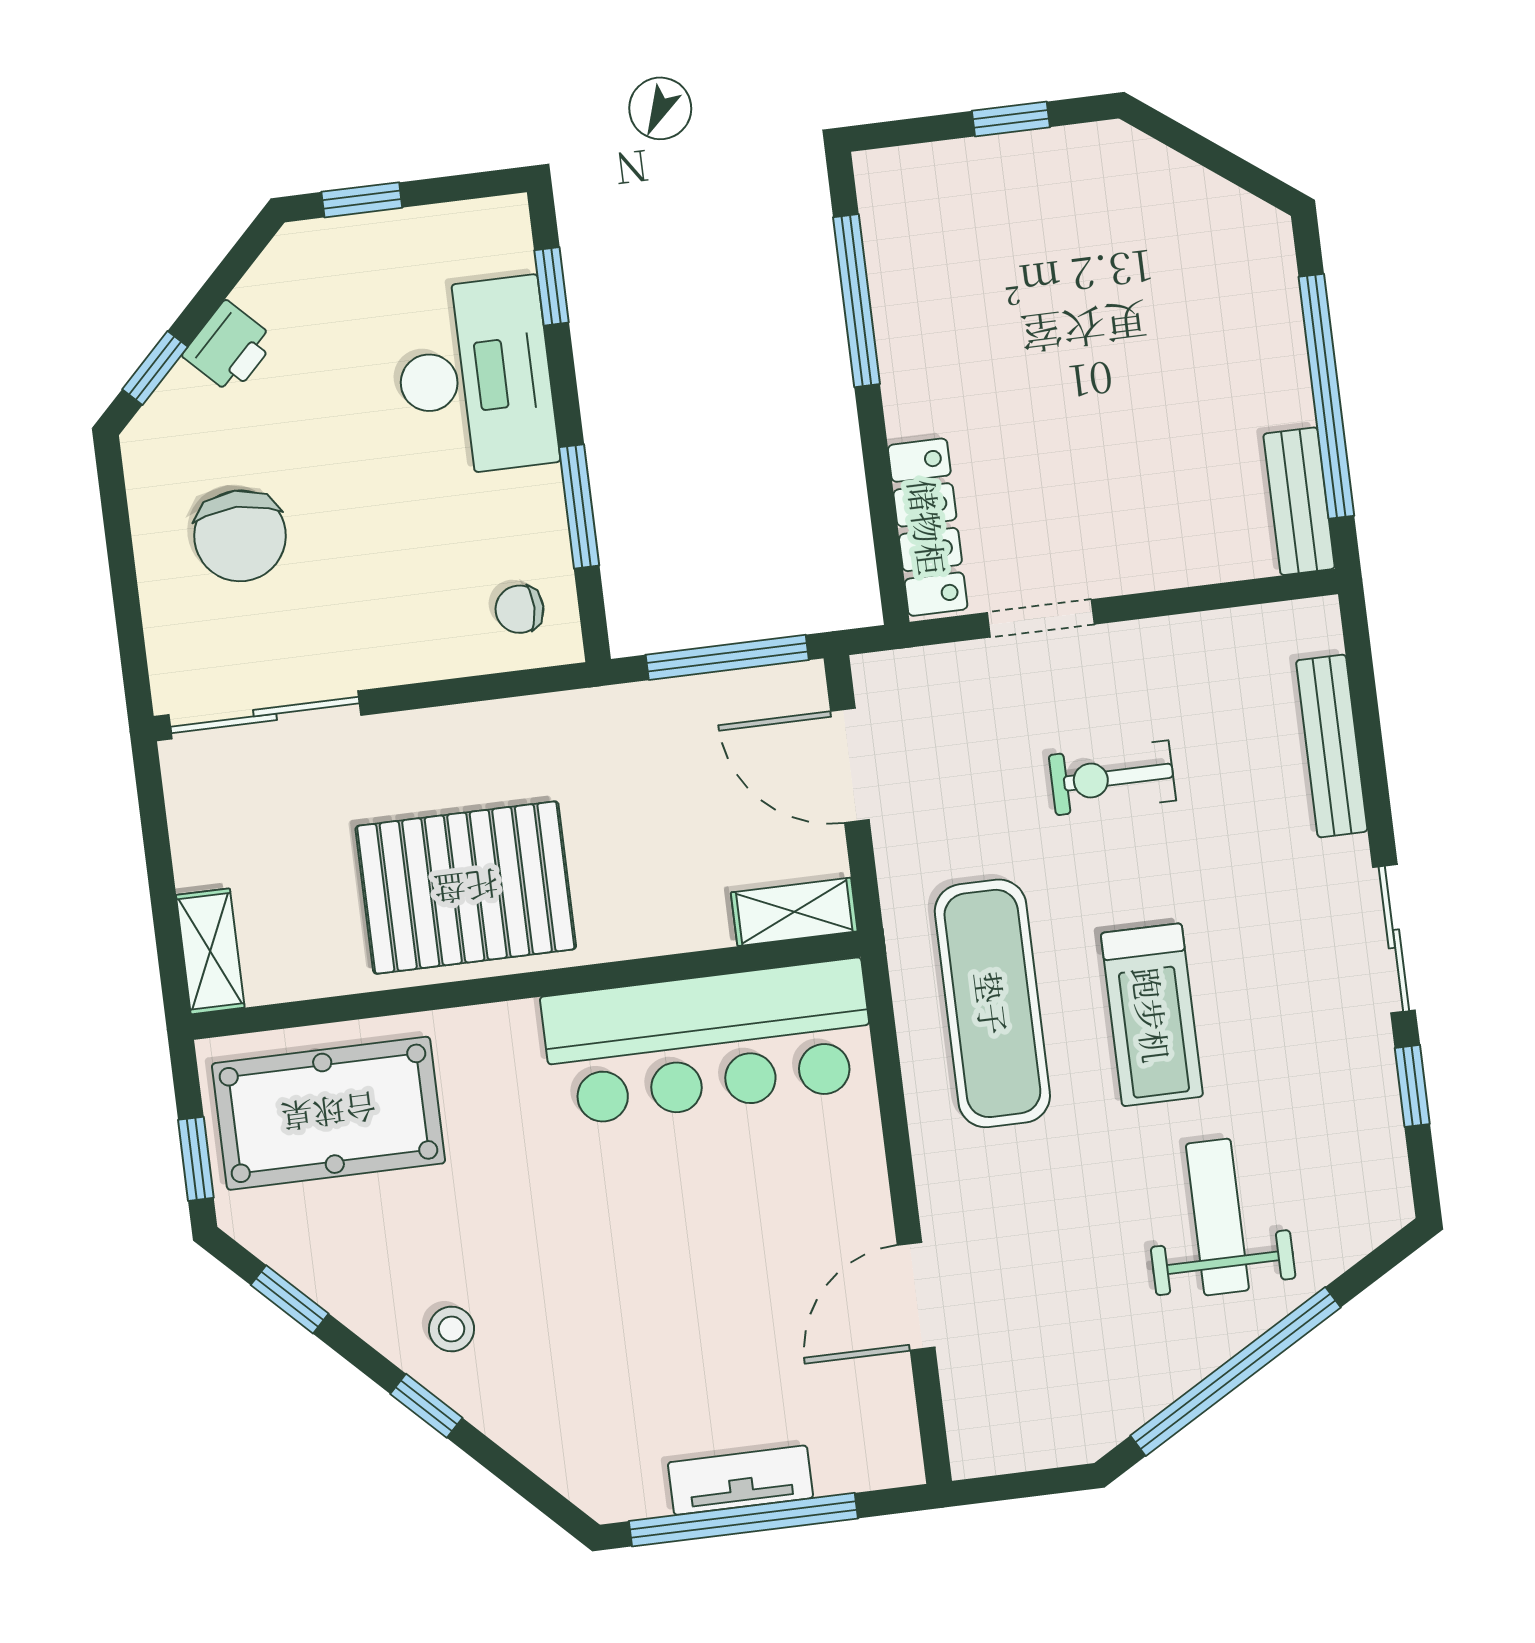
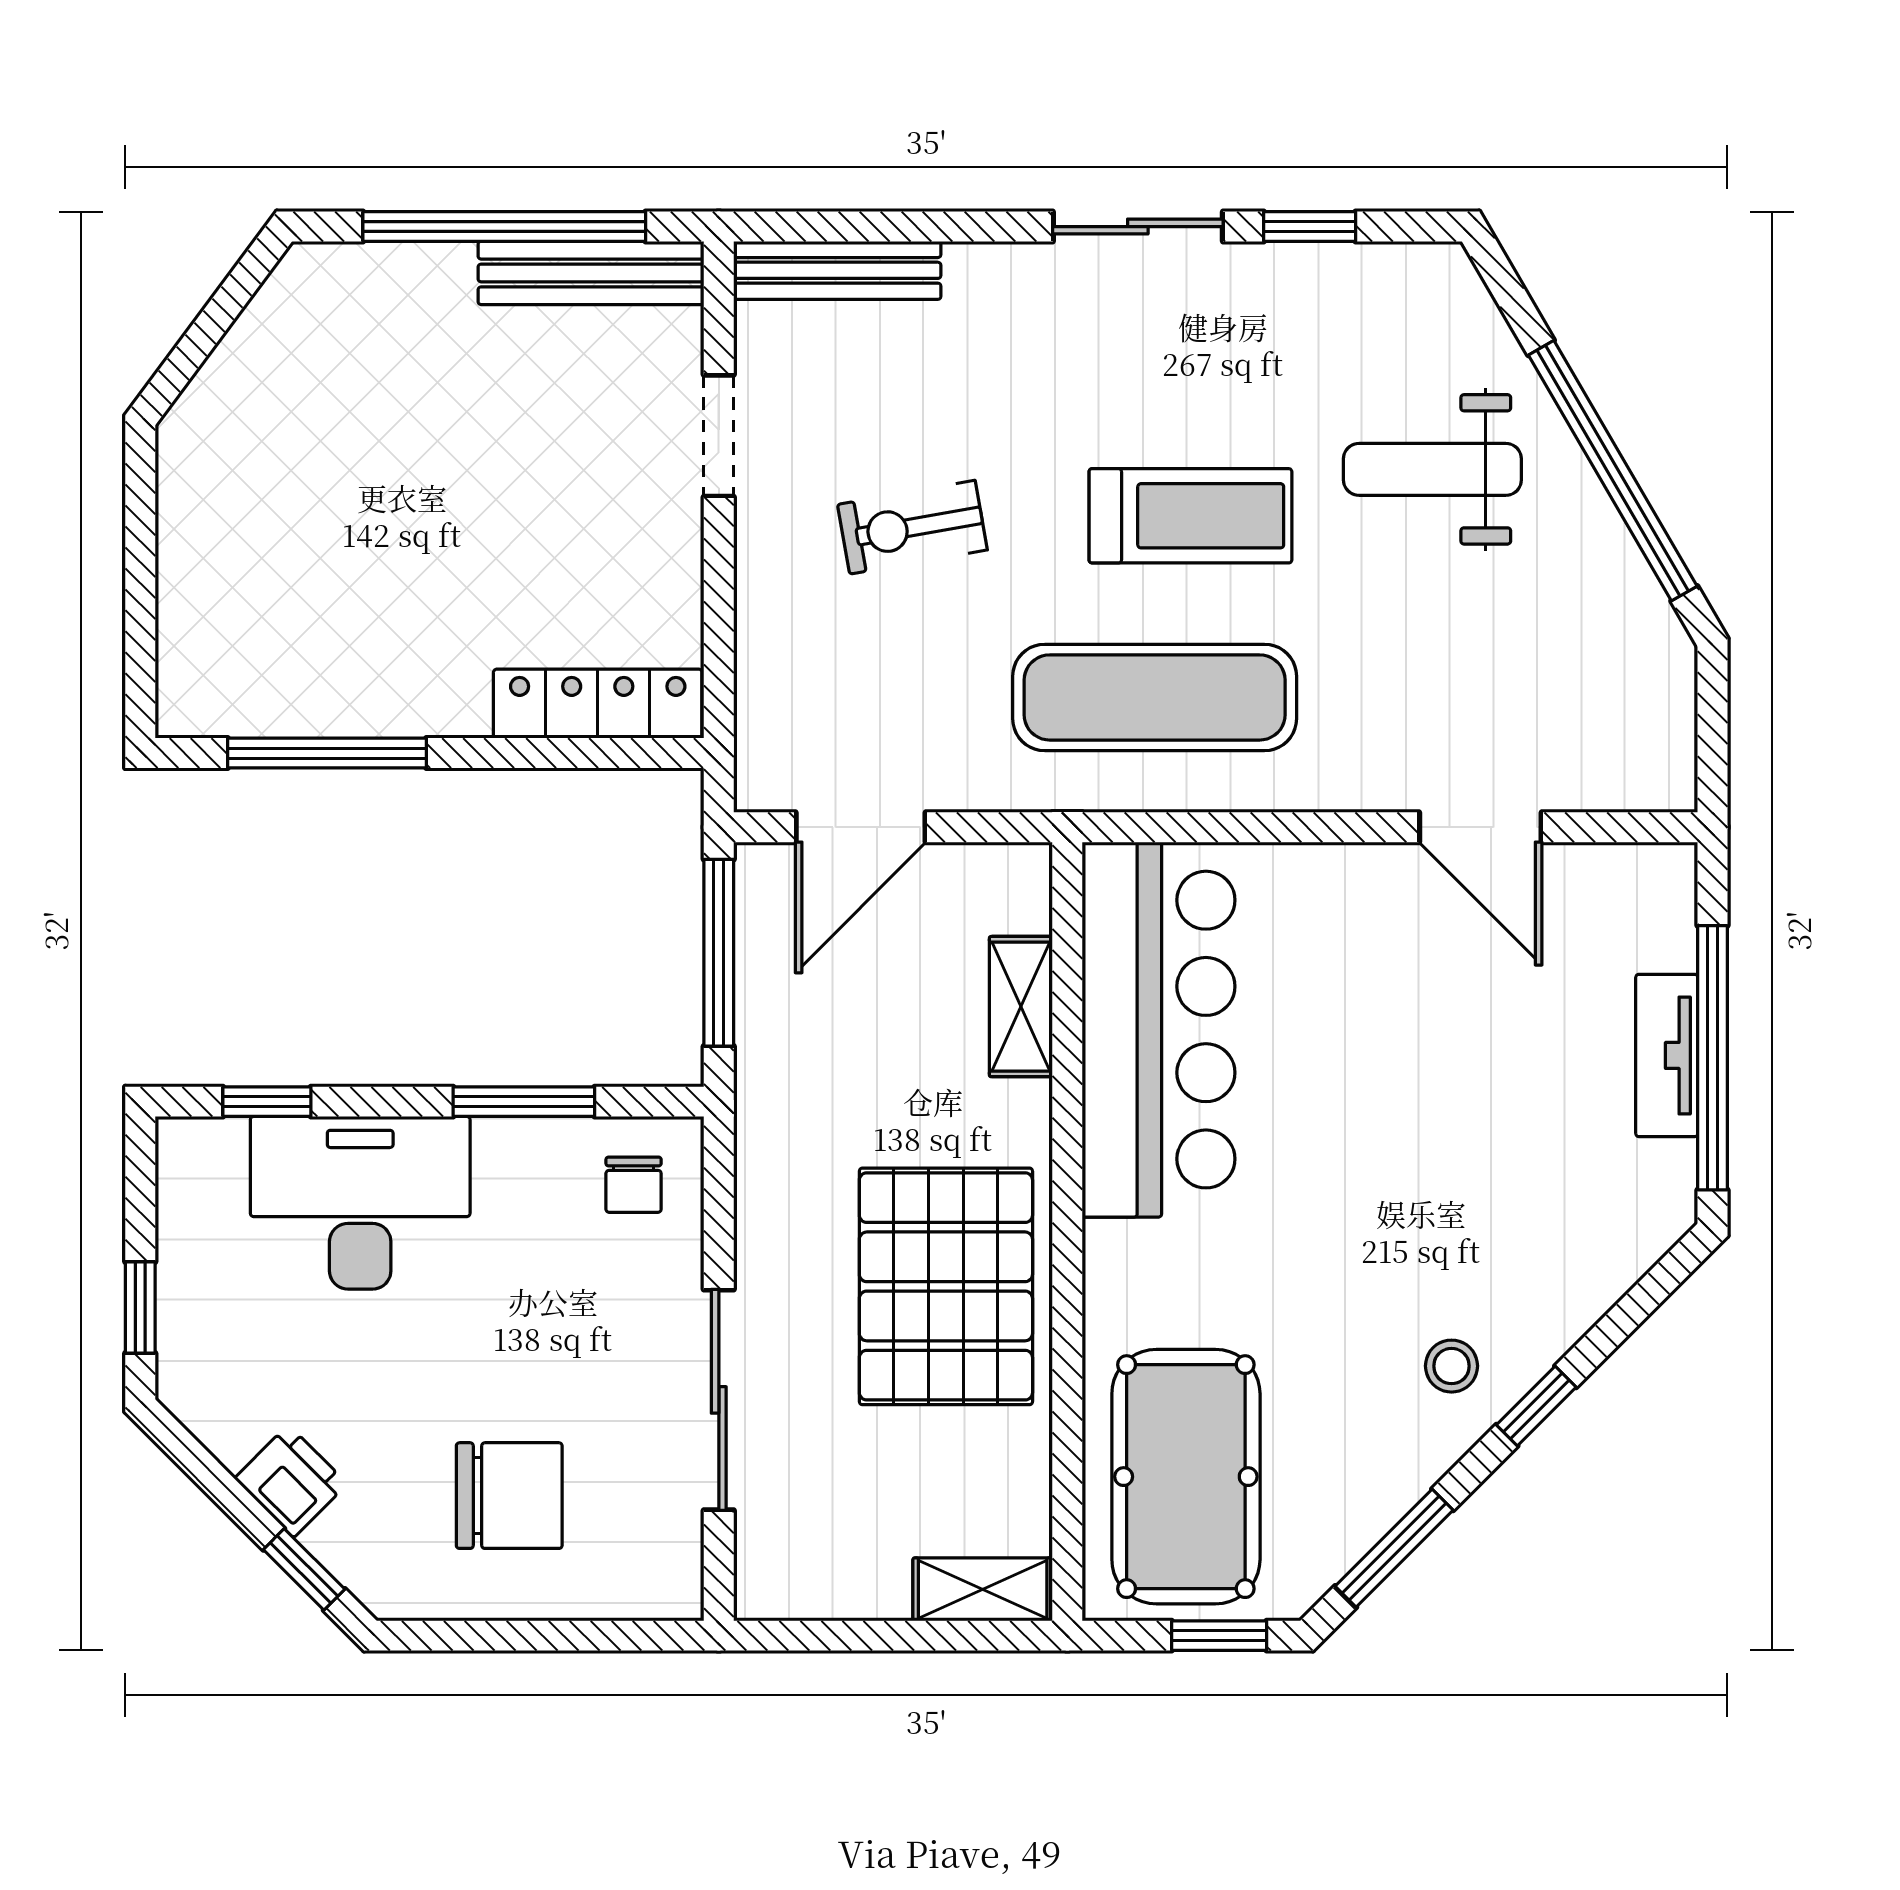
window: (1011, 119) -> (140, 550), removed
bench: (1299, 501) -> (591, 273), width x1.36
doorway: (1041, 618) -> (719, 436), moved
sliding door: (265, 715) -> (719, 1400), moved
bench: (1332, 746) -> (837, 270), moved
exercise bike: (1112, 778) -> (912, 527), turned 80
shelving: (794, 912) -> (1021, 1007), moved
window: (290, 1299) -> (1394, 1548), width x1.50

